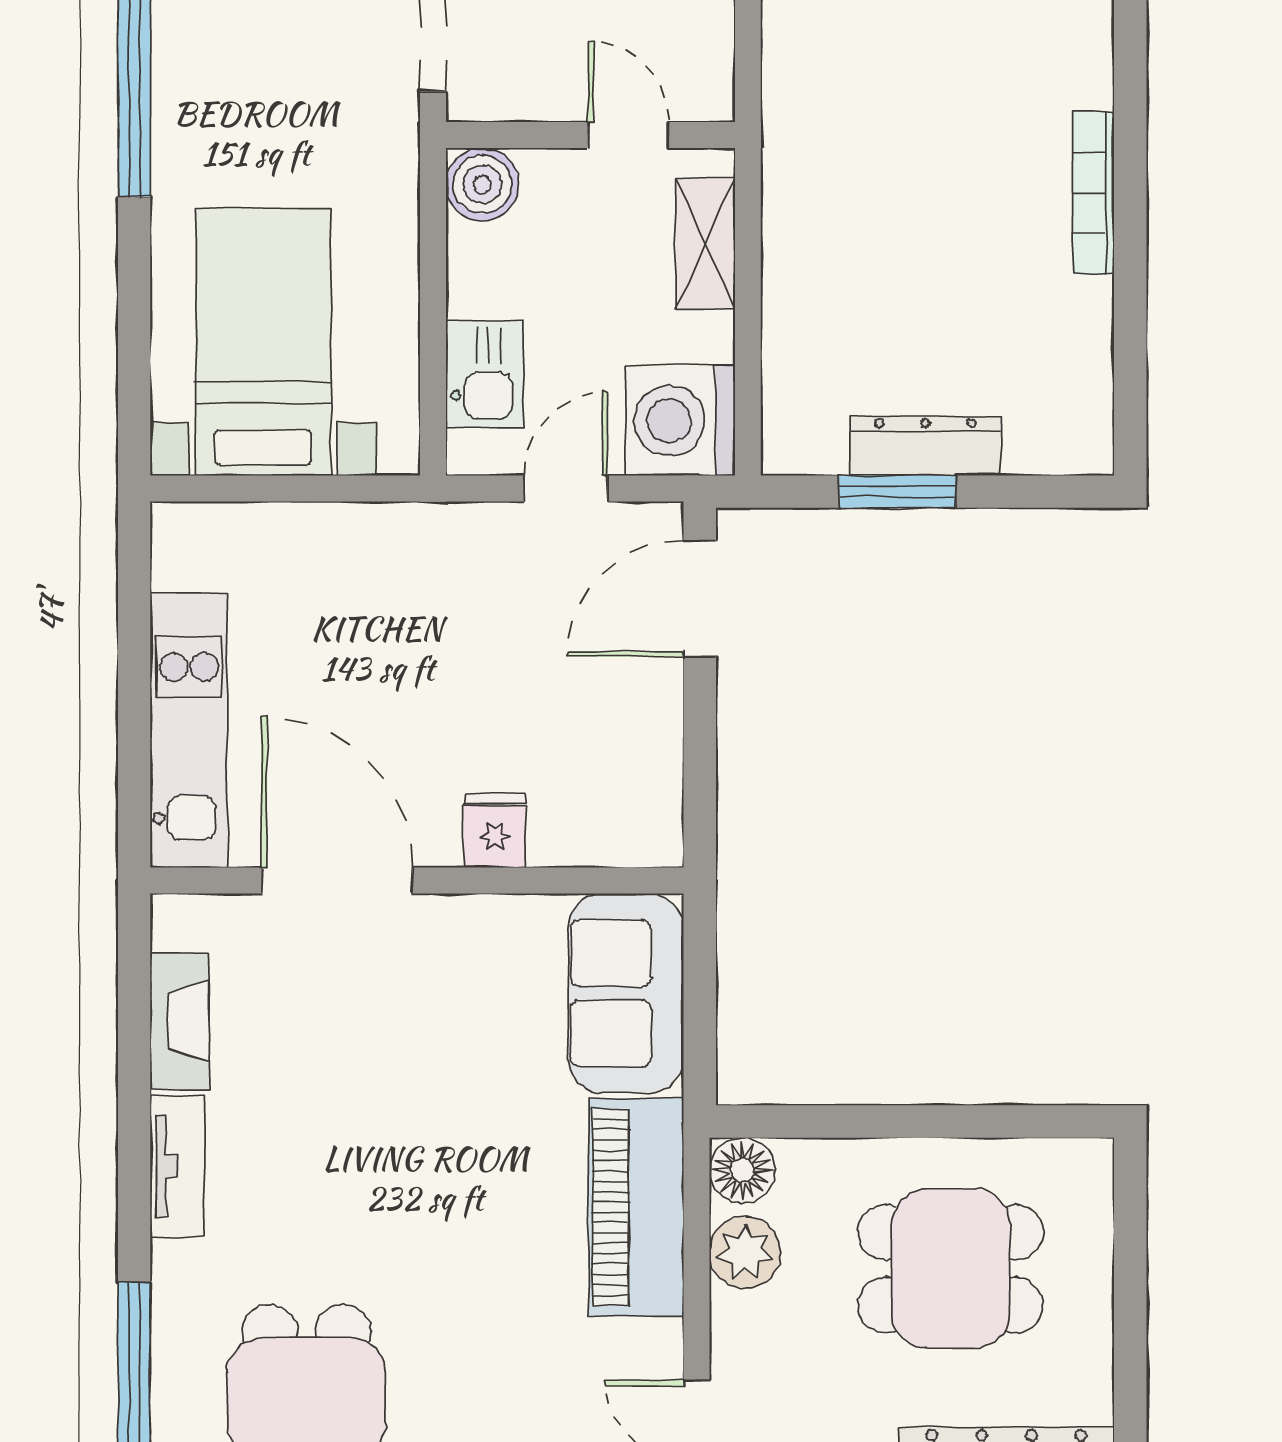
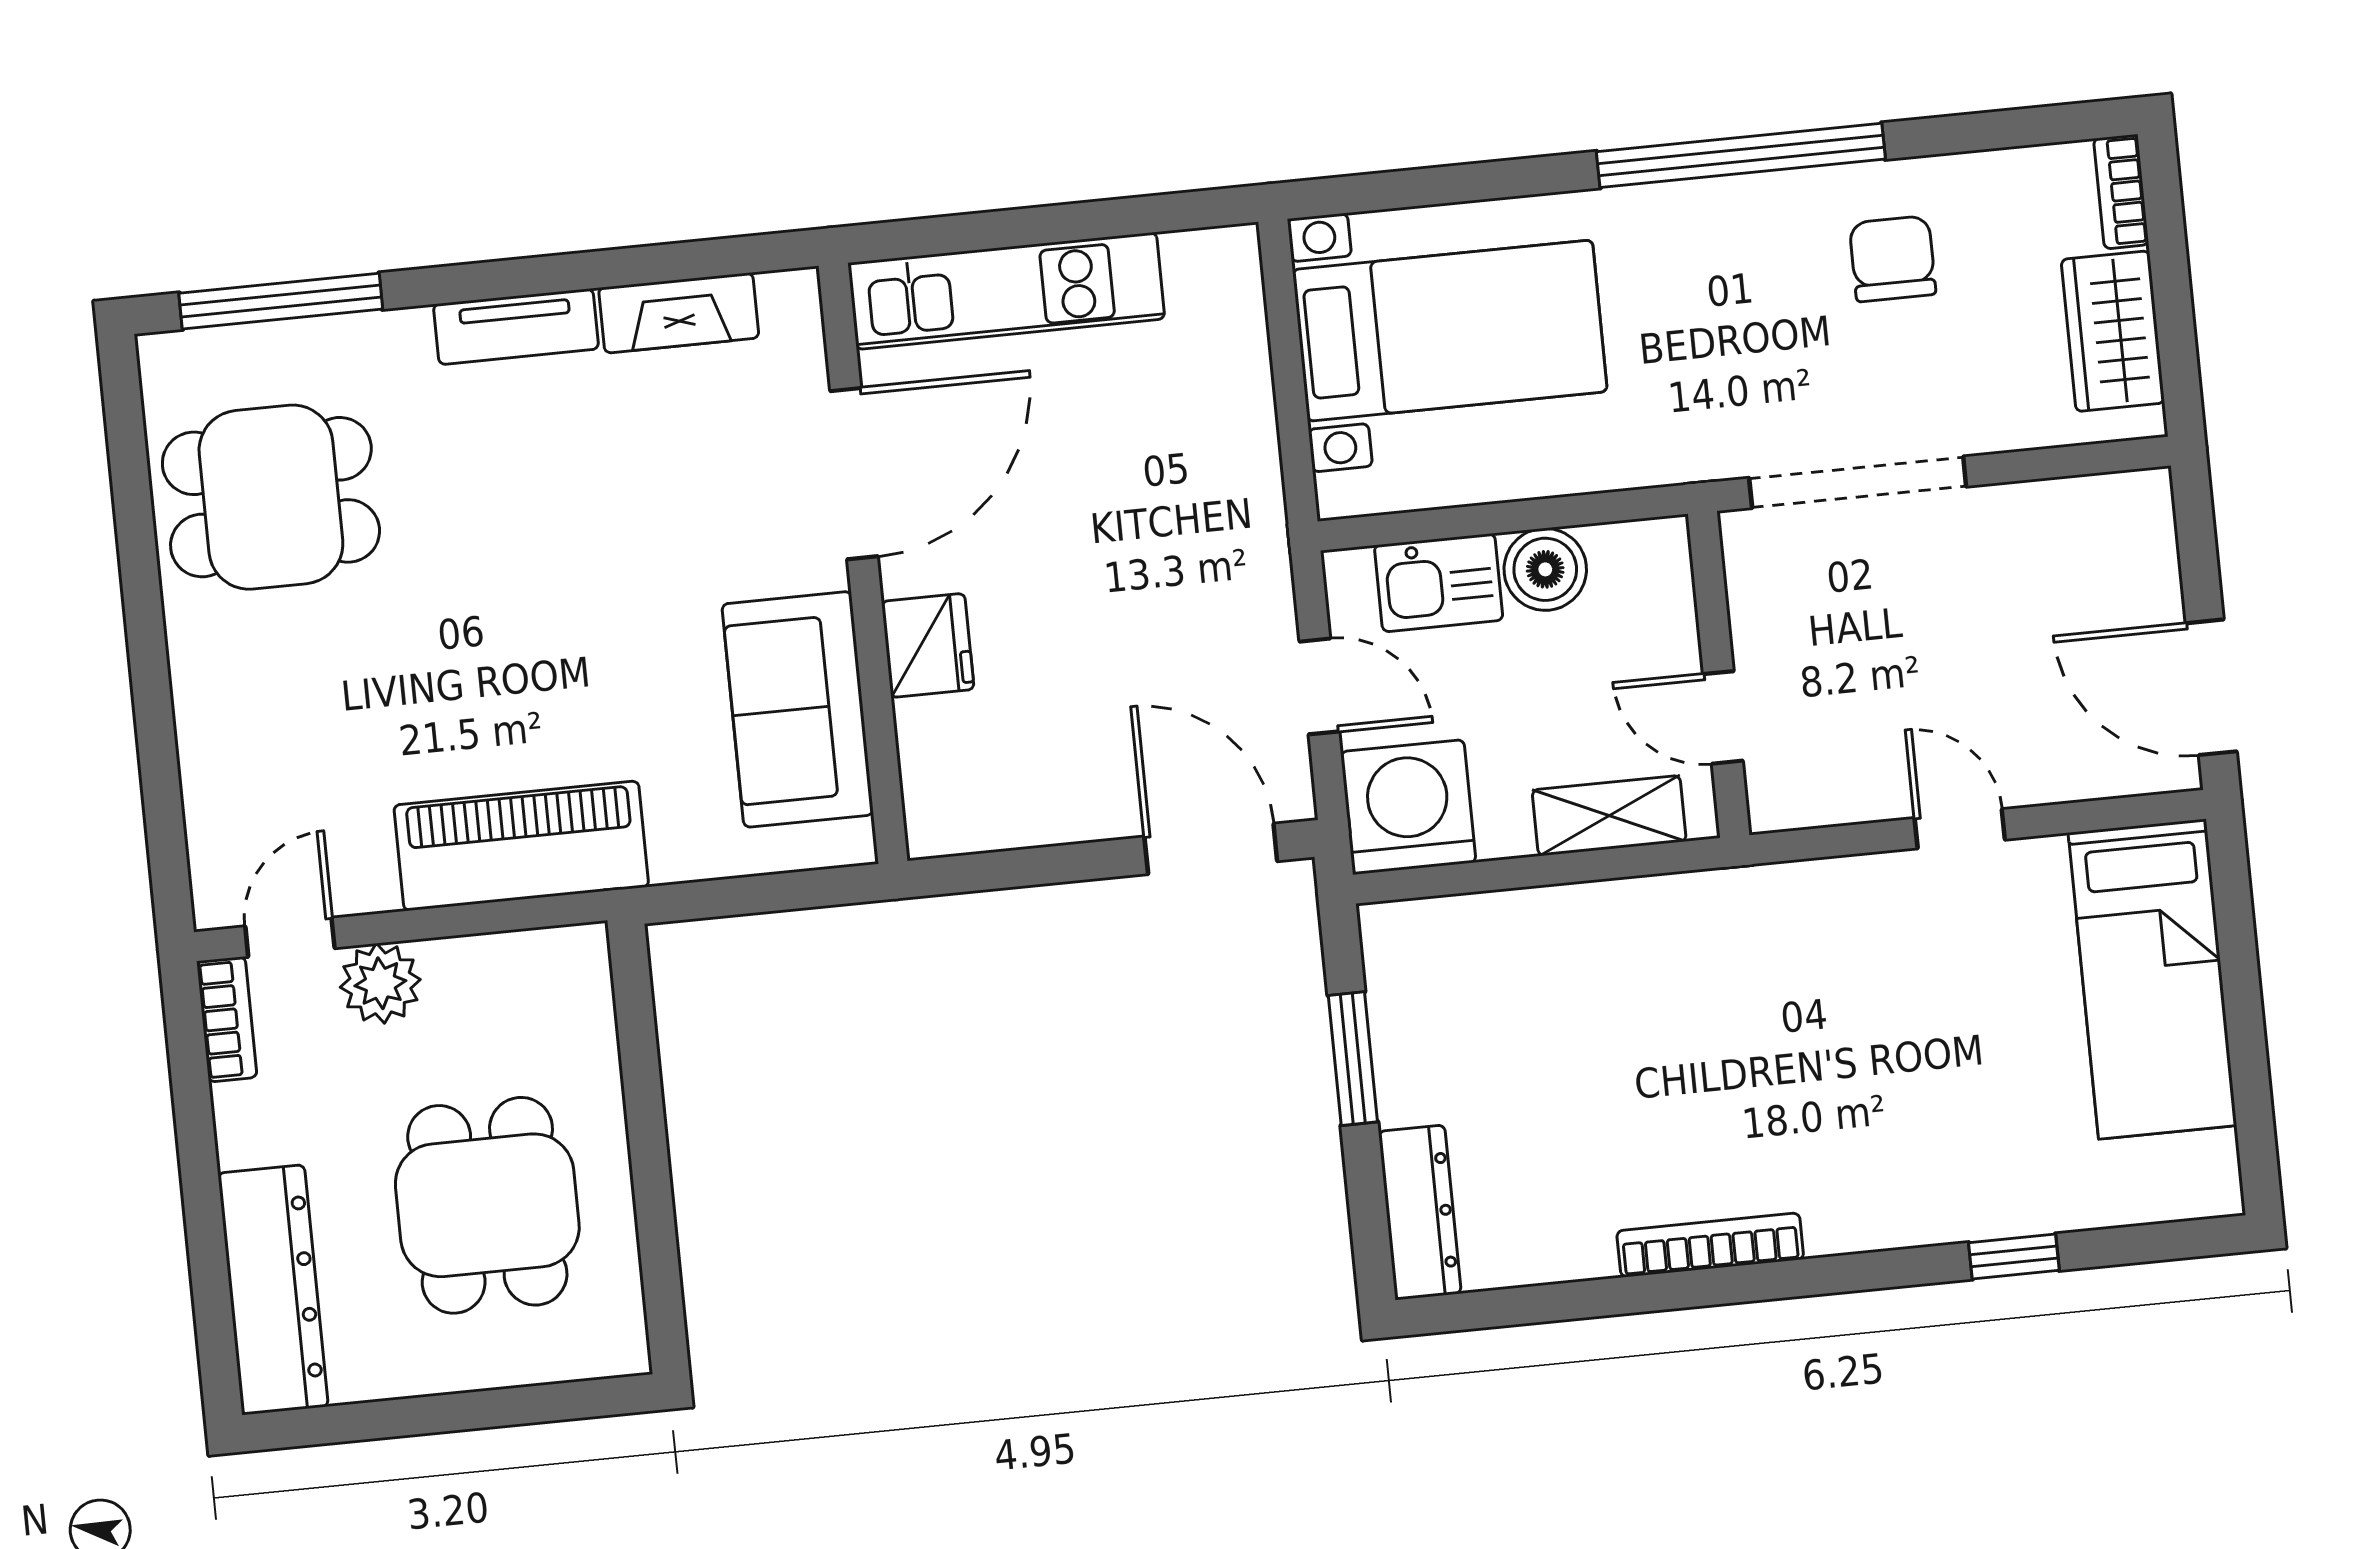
door: (629, 135) -> (1723, 717), swing flipped
boiler: (482, 184) -> (1545, 569), moved
dresser: (925, 446) -> (1420, 1212), moved
fridge: (495, 831) -> (928, 645), width x1.38
sofa: (626, 993) -> (798, 709), moved, turned -90
floor lamp: (742, 1170) -> (574, 961), removed
plant: (745, 1252) -> (380, 983), moved

